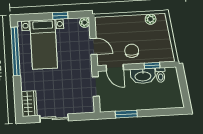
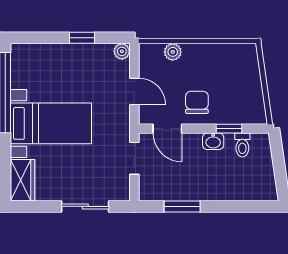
plant: (151, 19) -> (173, 52), moved
bed with nightstands: (44, 44) -> (51, 123), moved, turned -90
washbasin: (143, 76) -> (213, 141), width x0.52, depth x0.69
sliding door: (54, 118) -> (85, 206), moved

